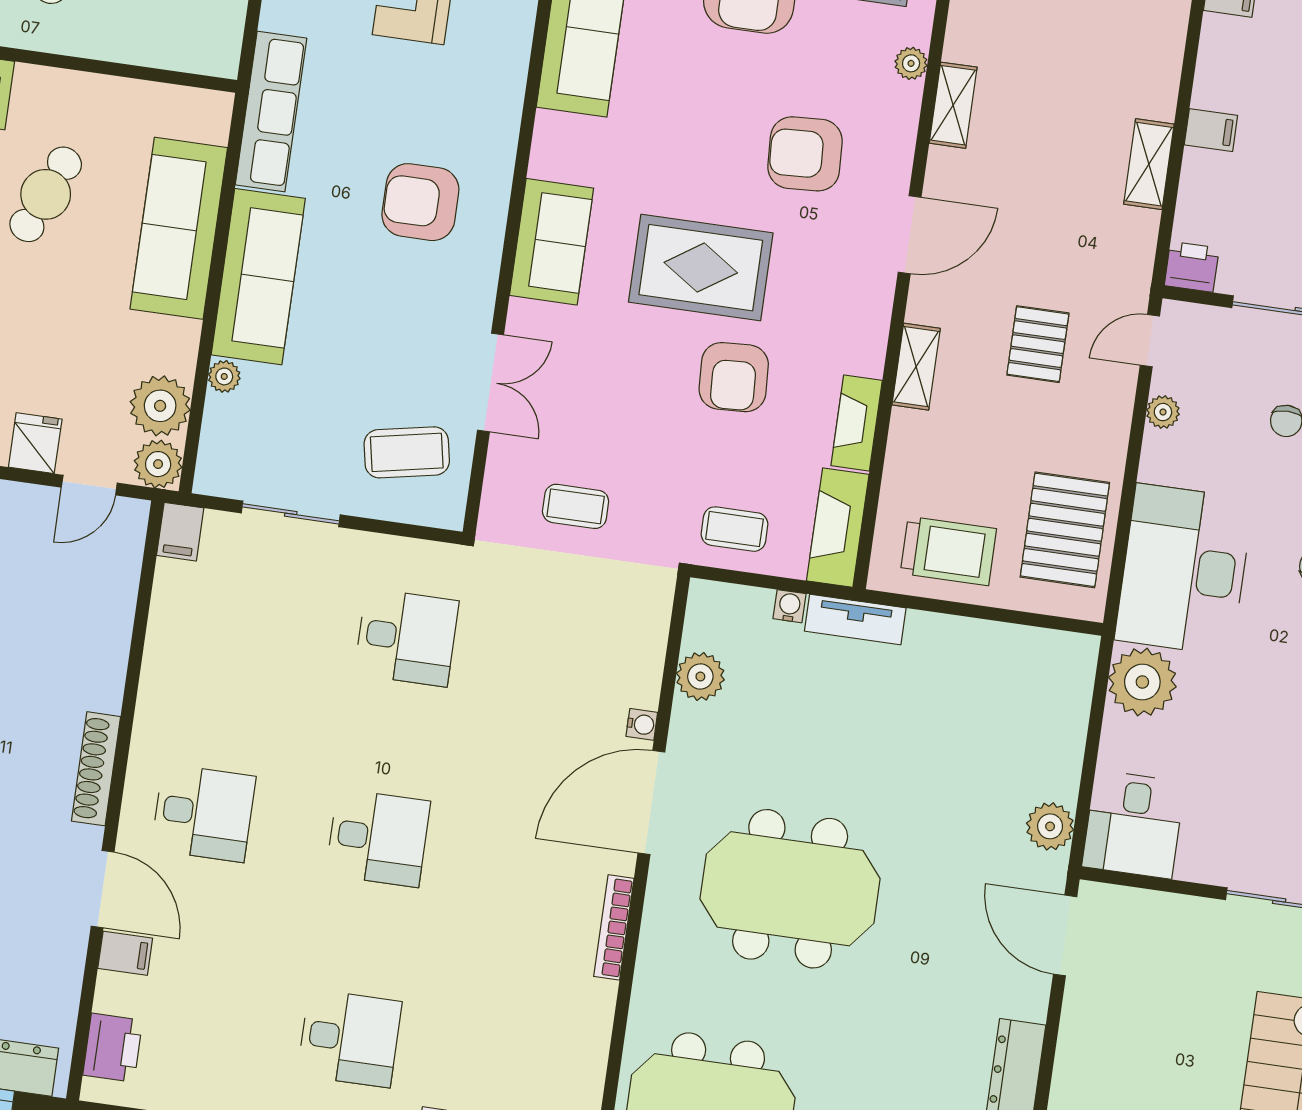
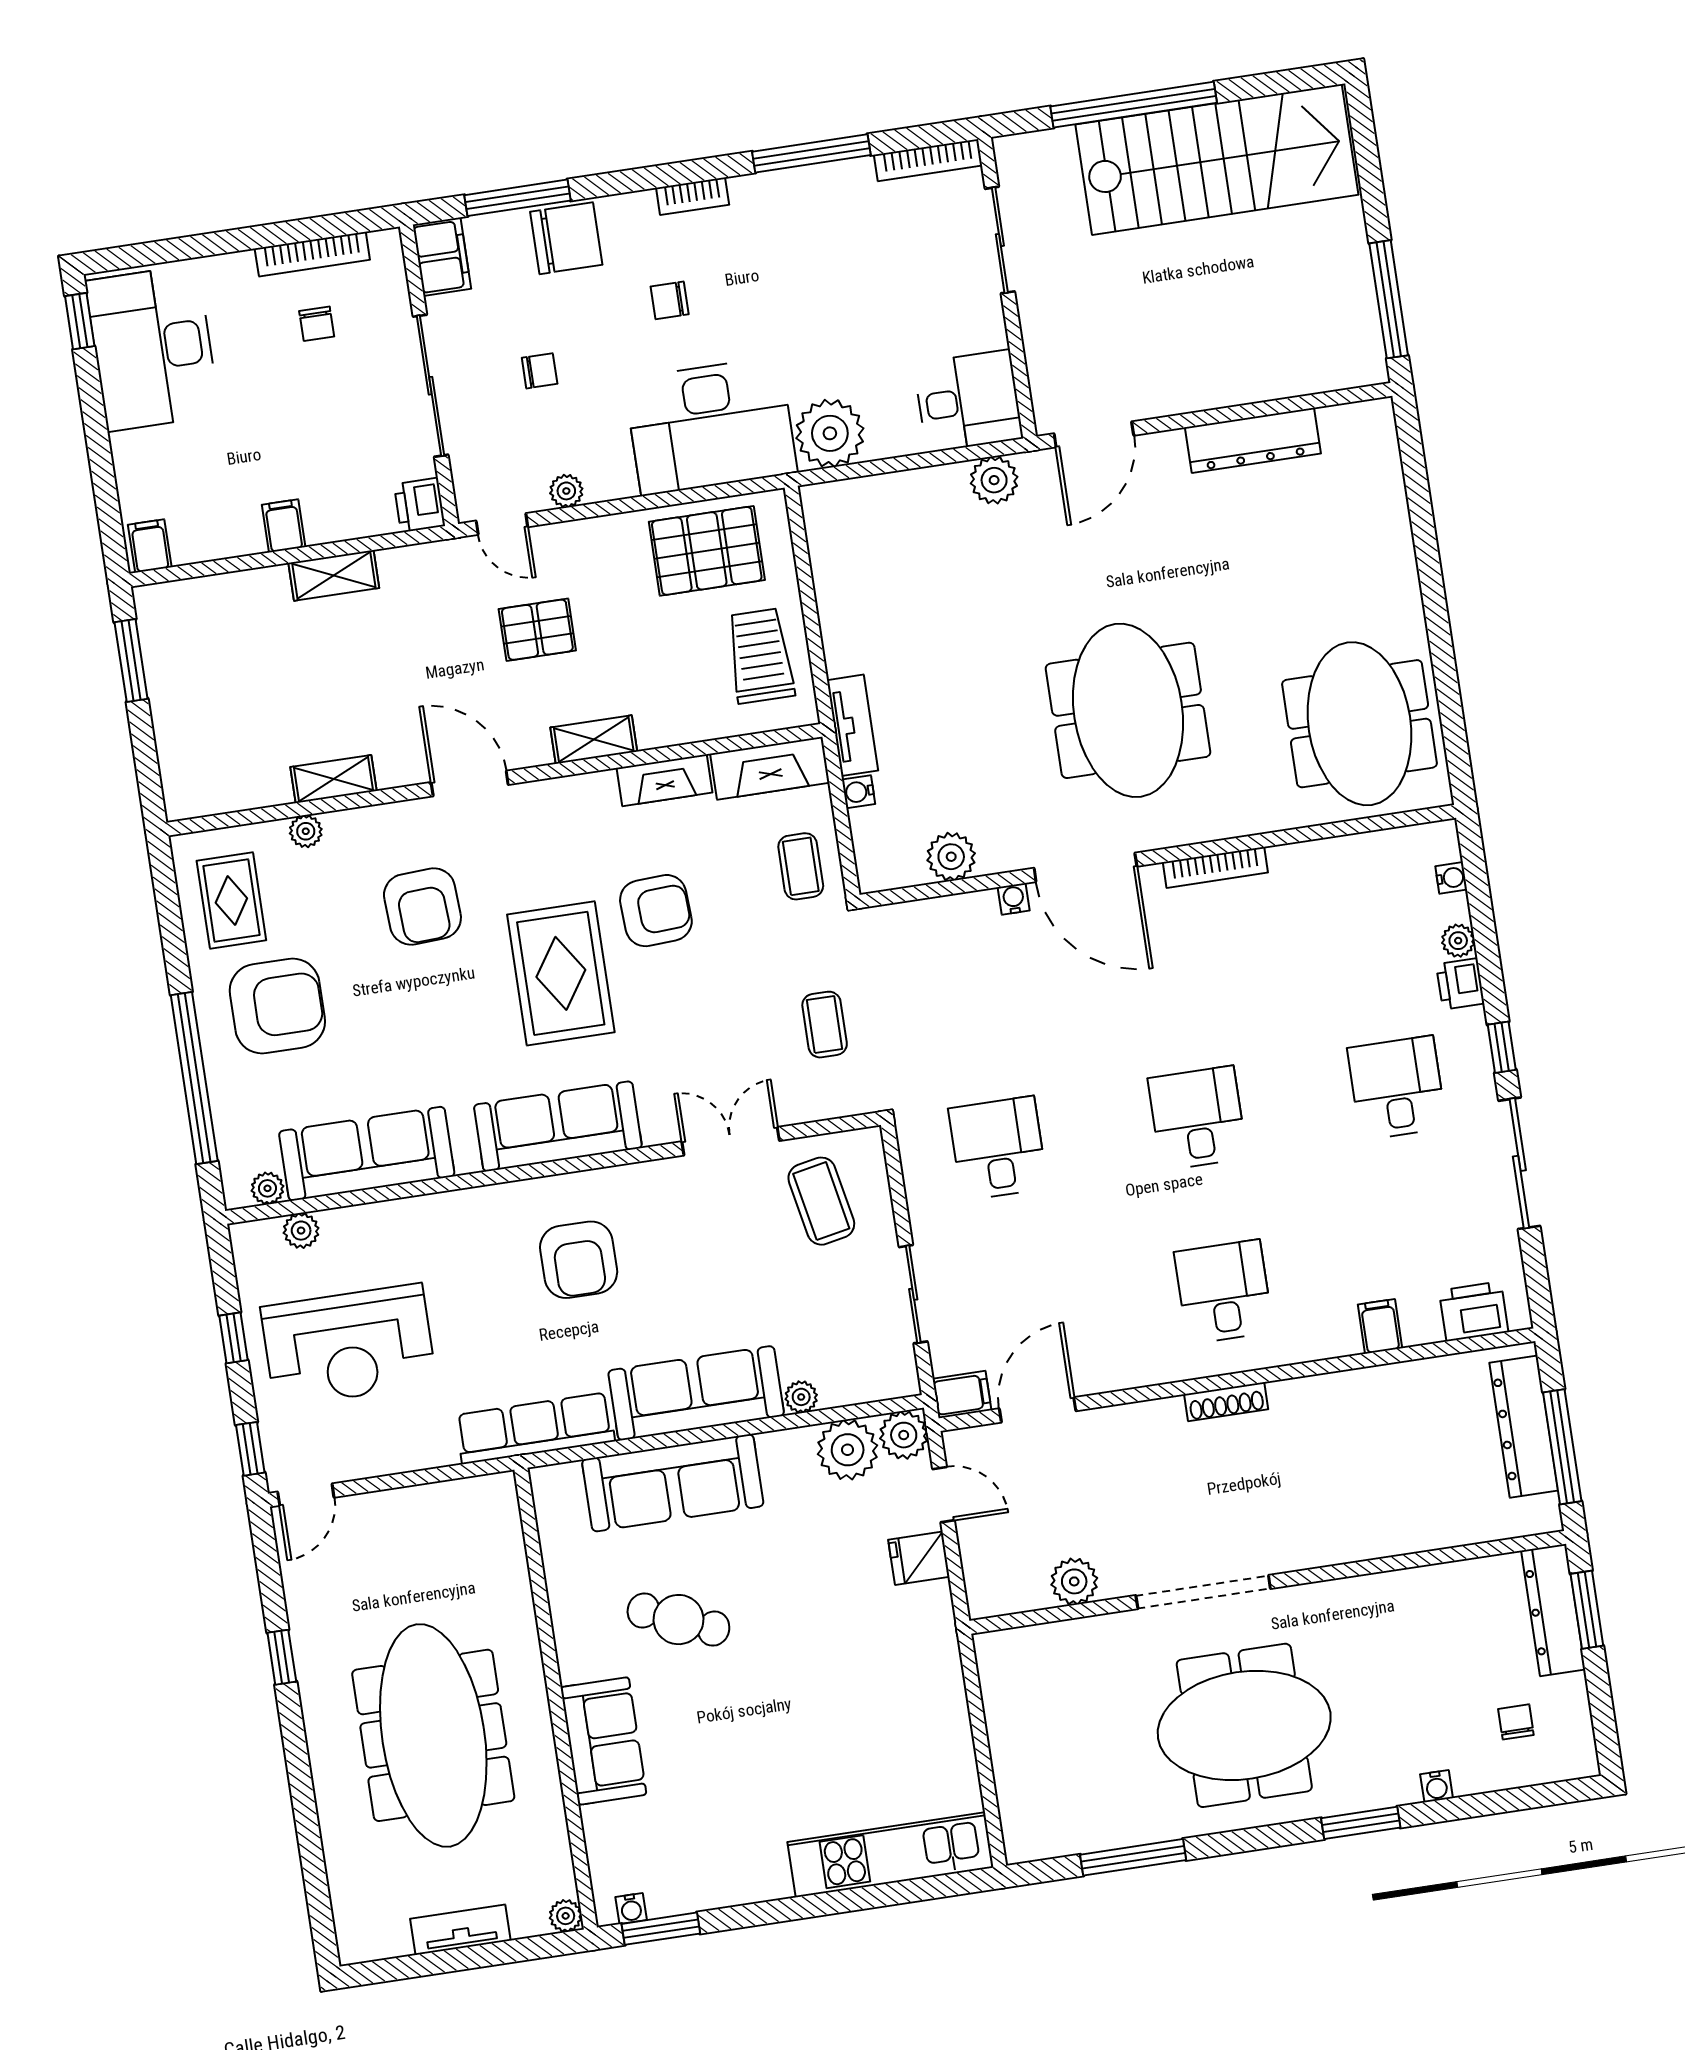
sofa: (552, 242) -> (558, 1126), width x1.36
shoe rack: (96, 769) -> (1226, 1402), width x0.74, depth x0.81
door: (103, 889) -> (1038, 1410), moved

